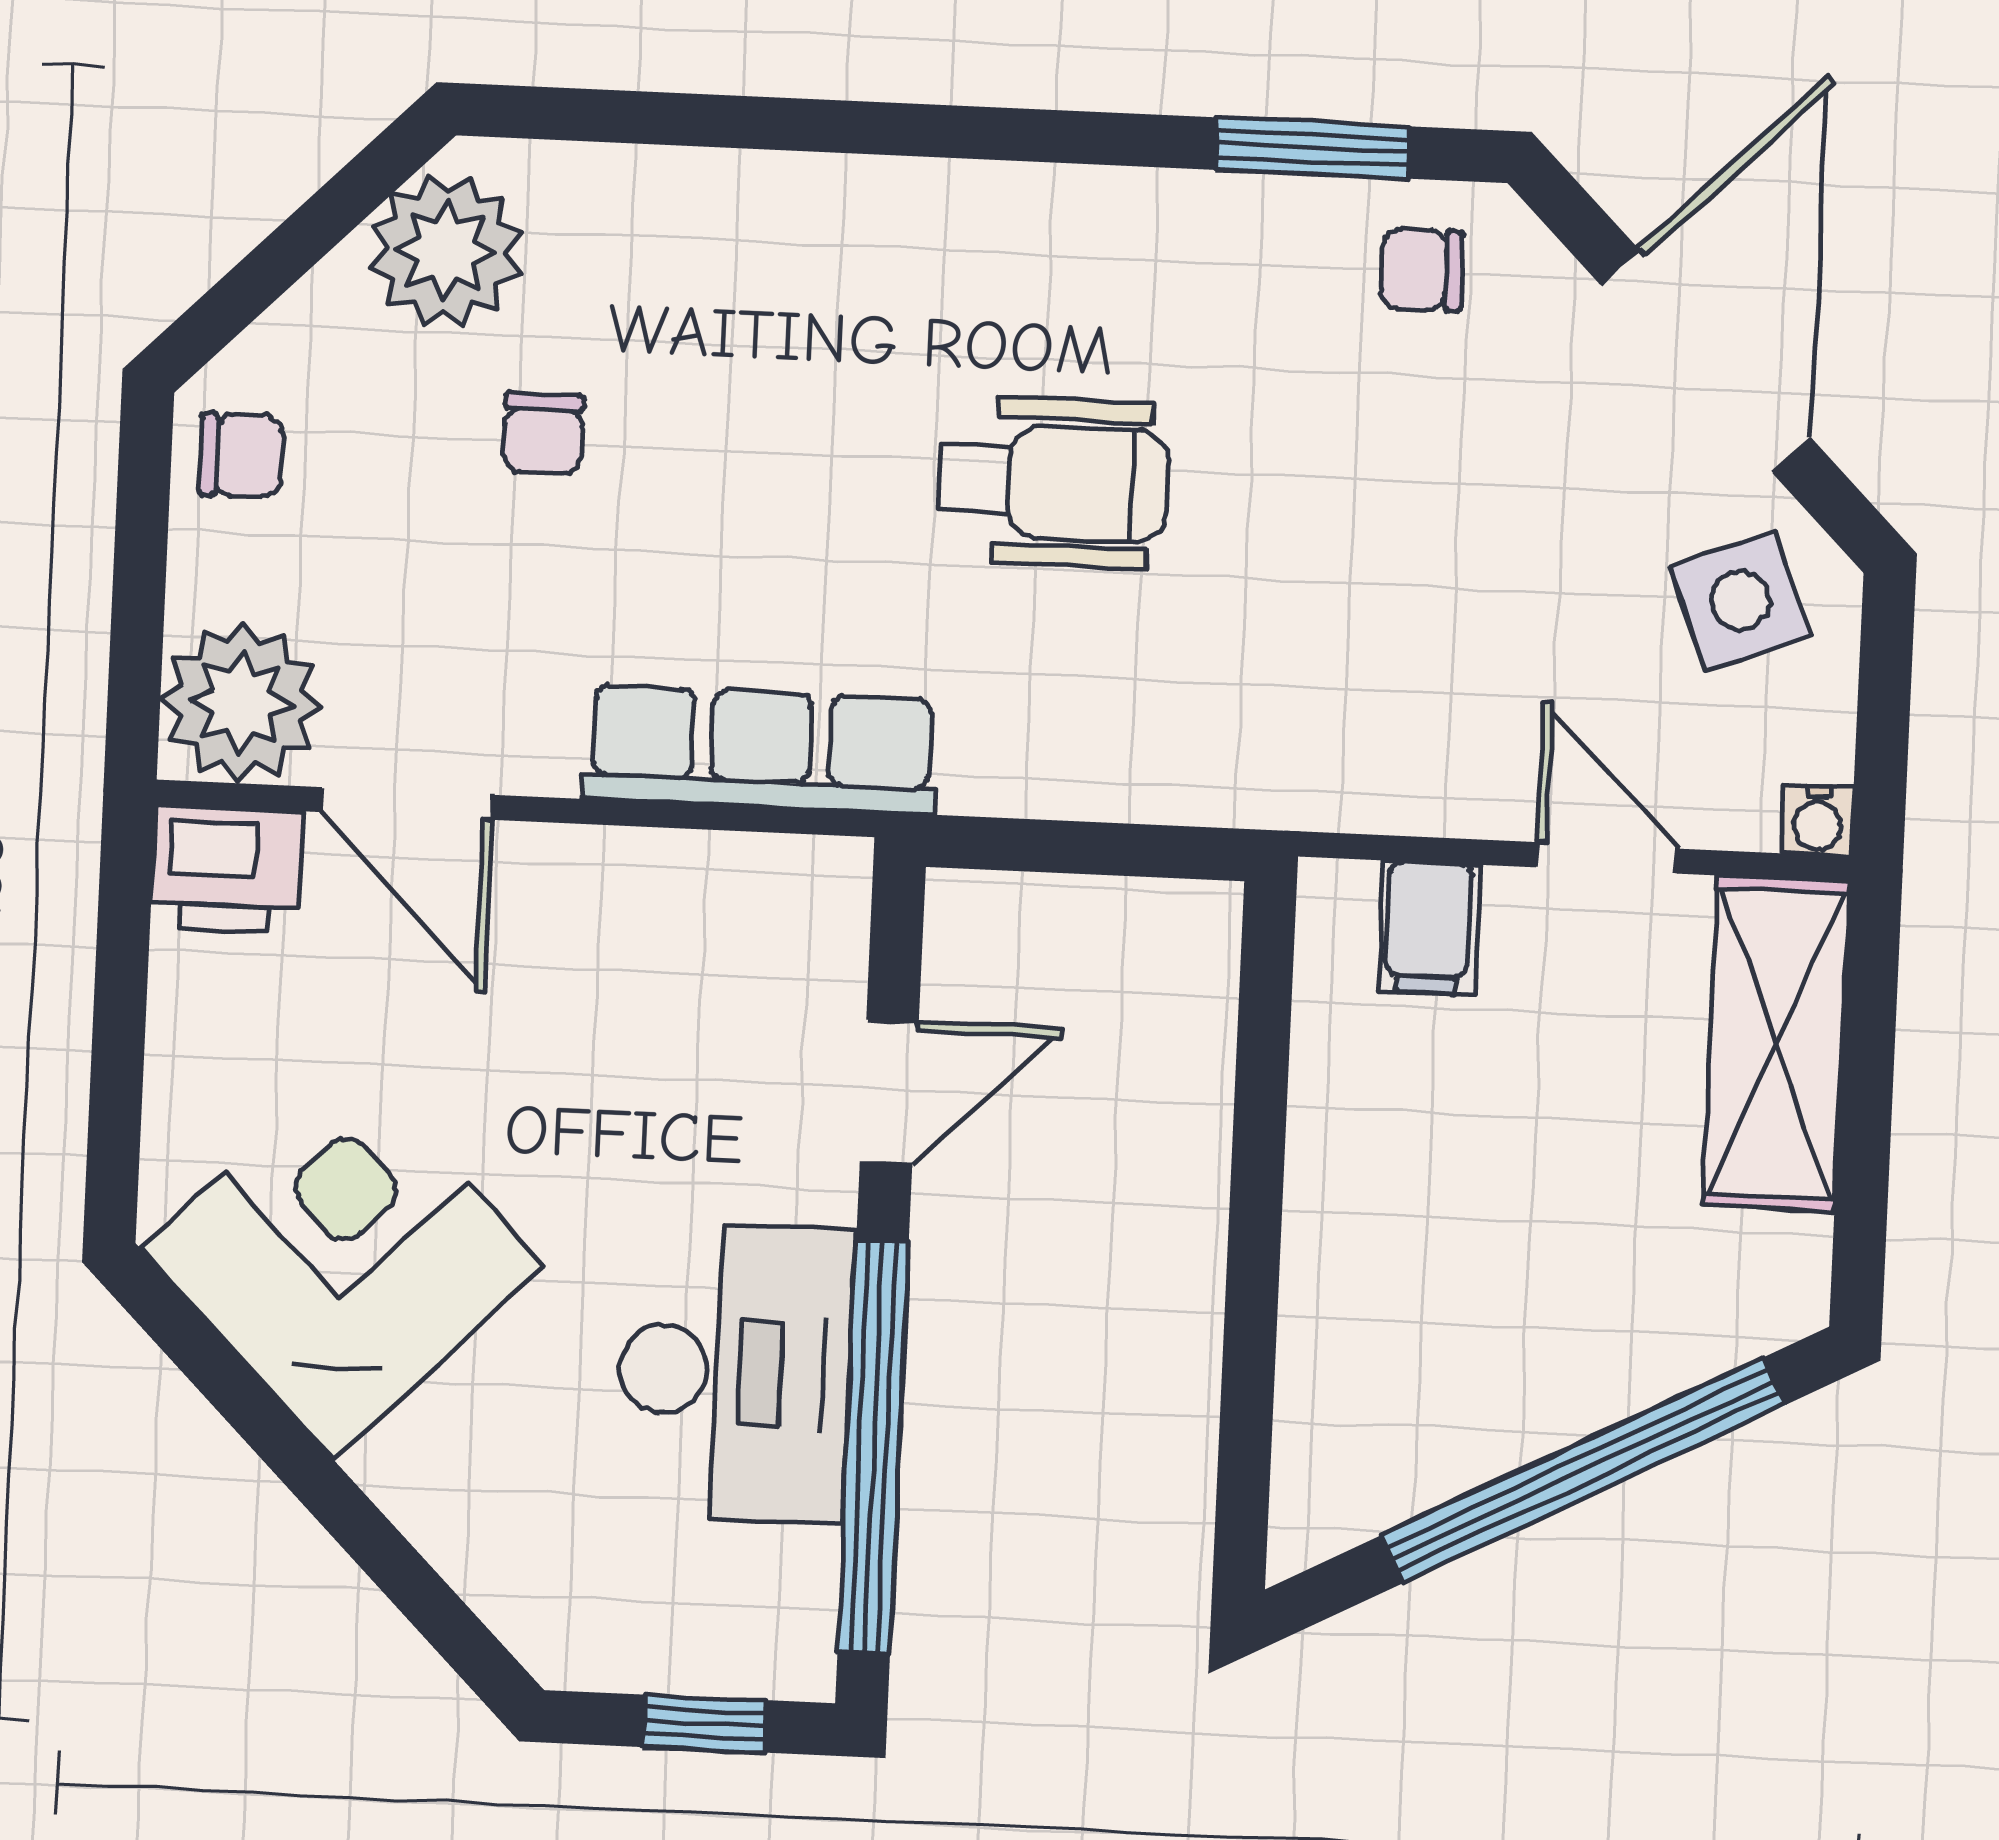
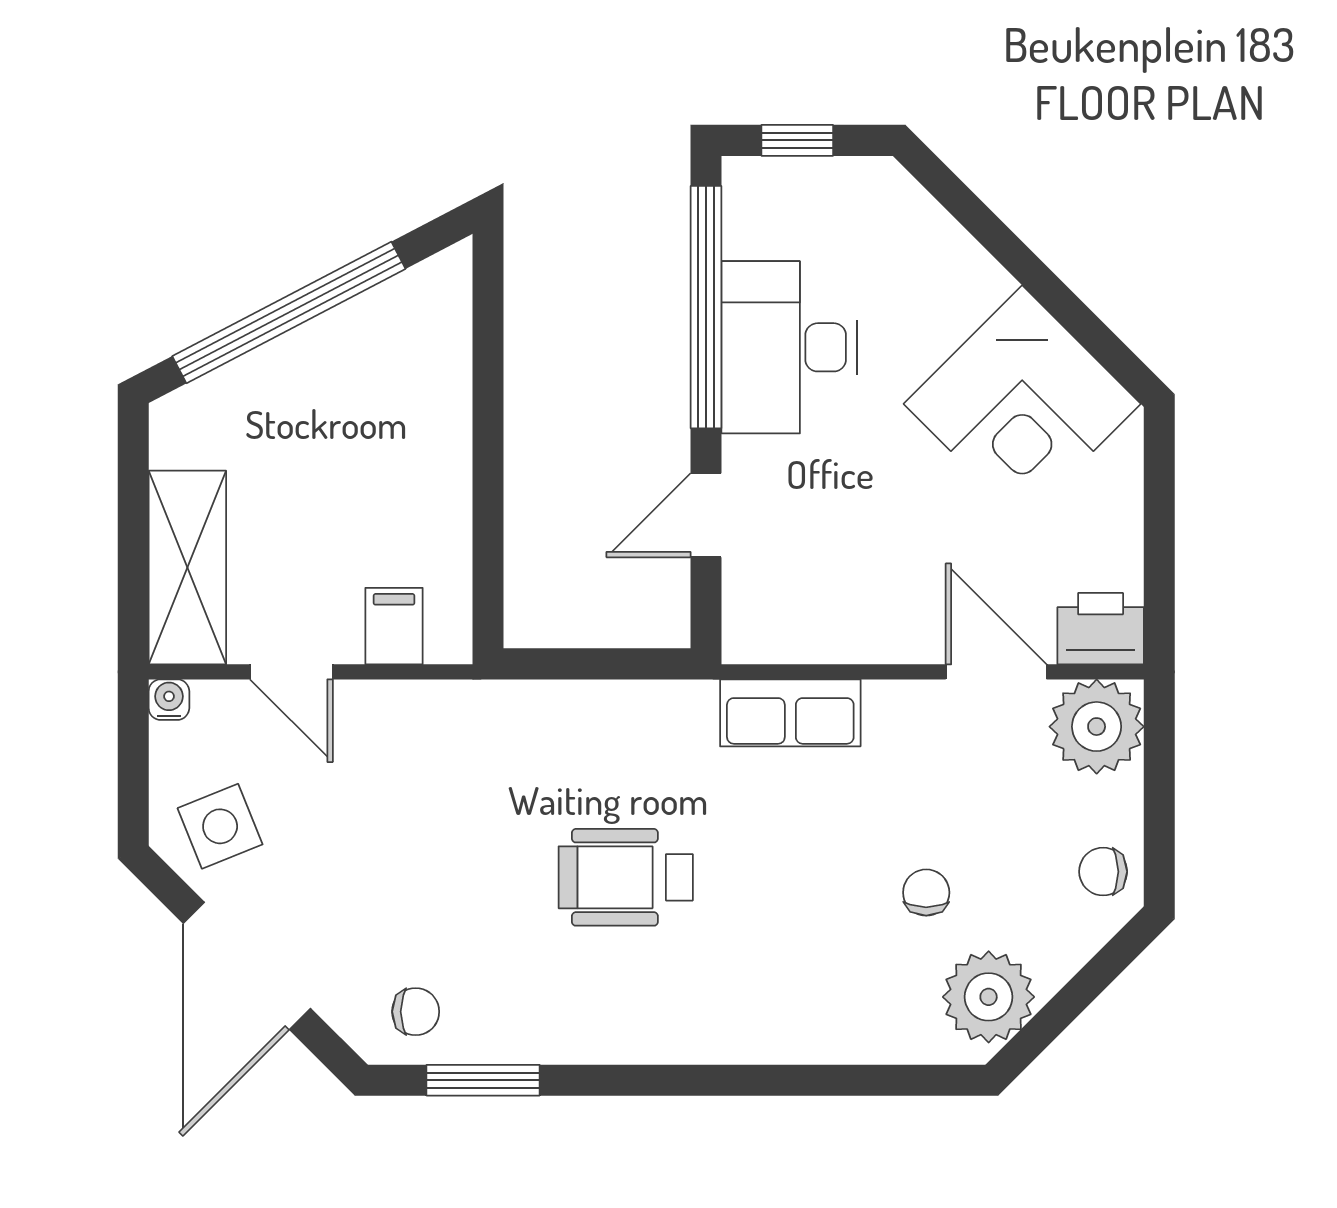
row of seats: (761, 750) -> (790, 713), width x0.68

